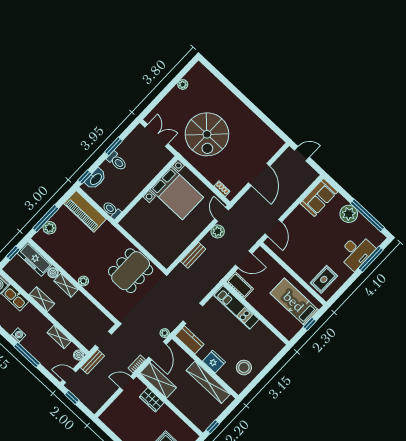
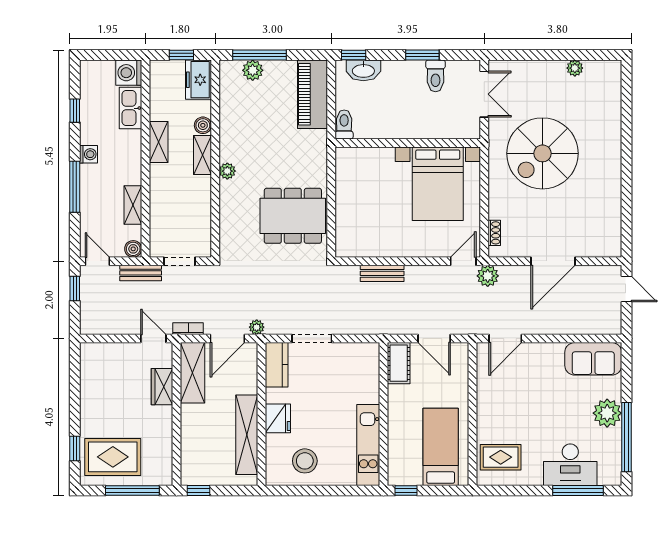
toilet: (117, 161) -> (436, 76), moved
plant: (218, 231) -> (488, 276), moved
freezer: (35, 259) -> (198, 80), width x0.71
kitchen unit: (236, 308) -> (368, 445), moved
window: (310, 324) -> (406, 491), moved

